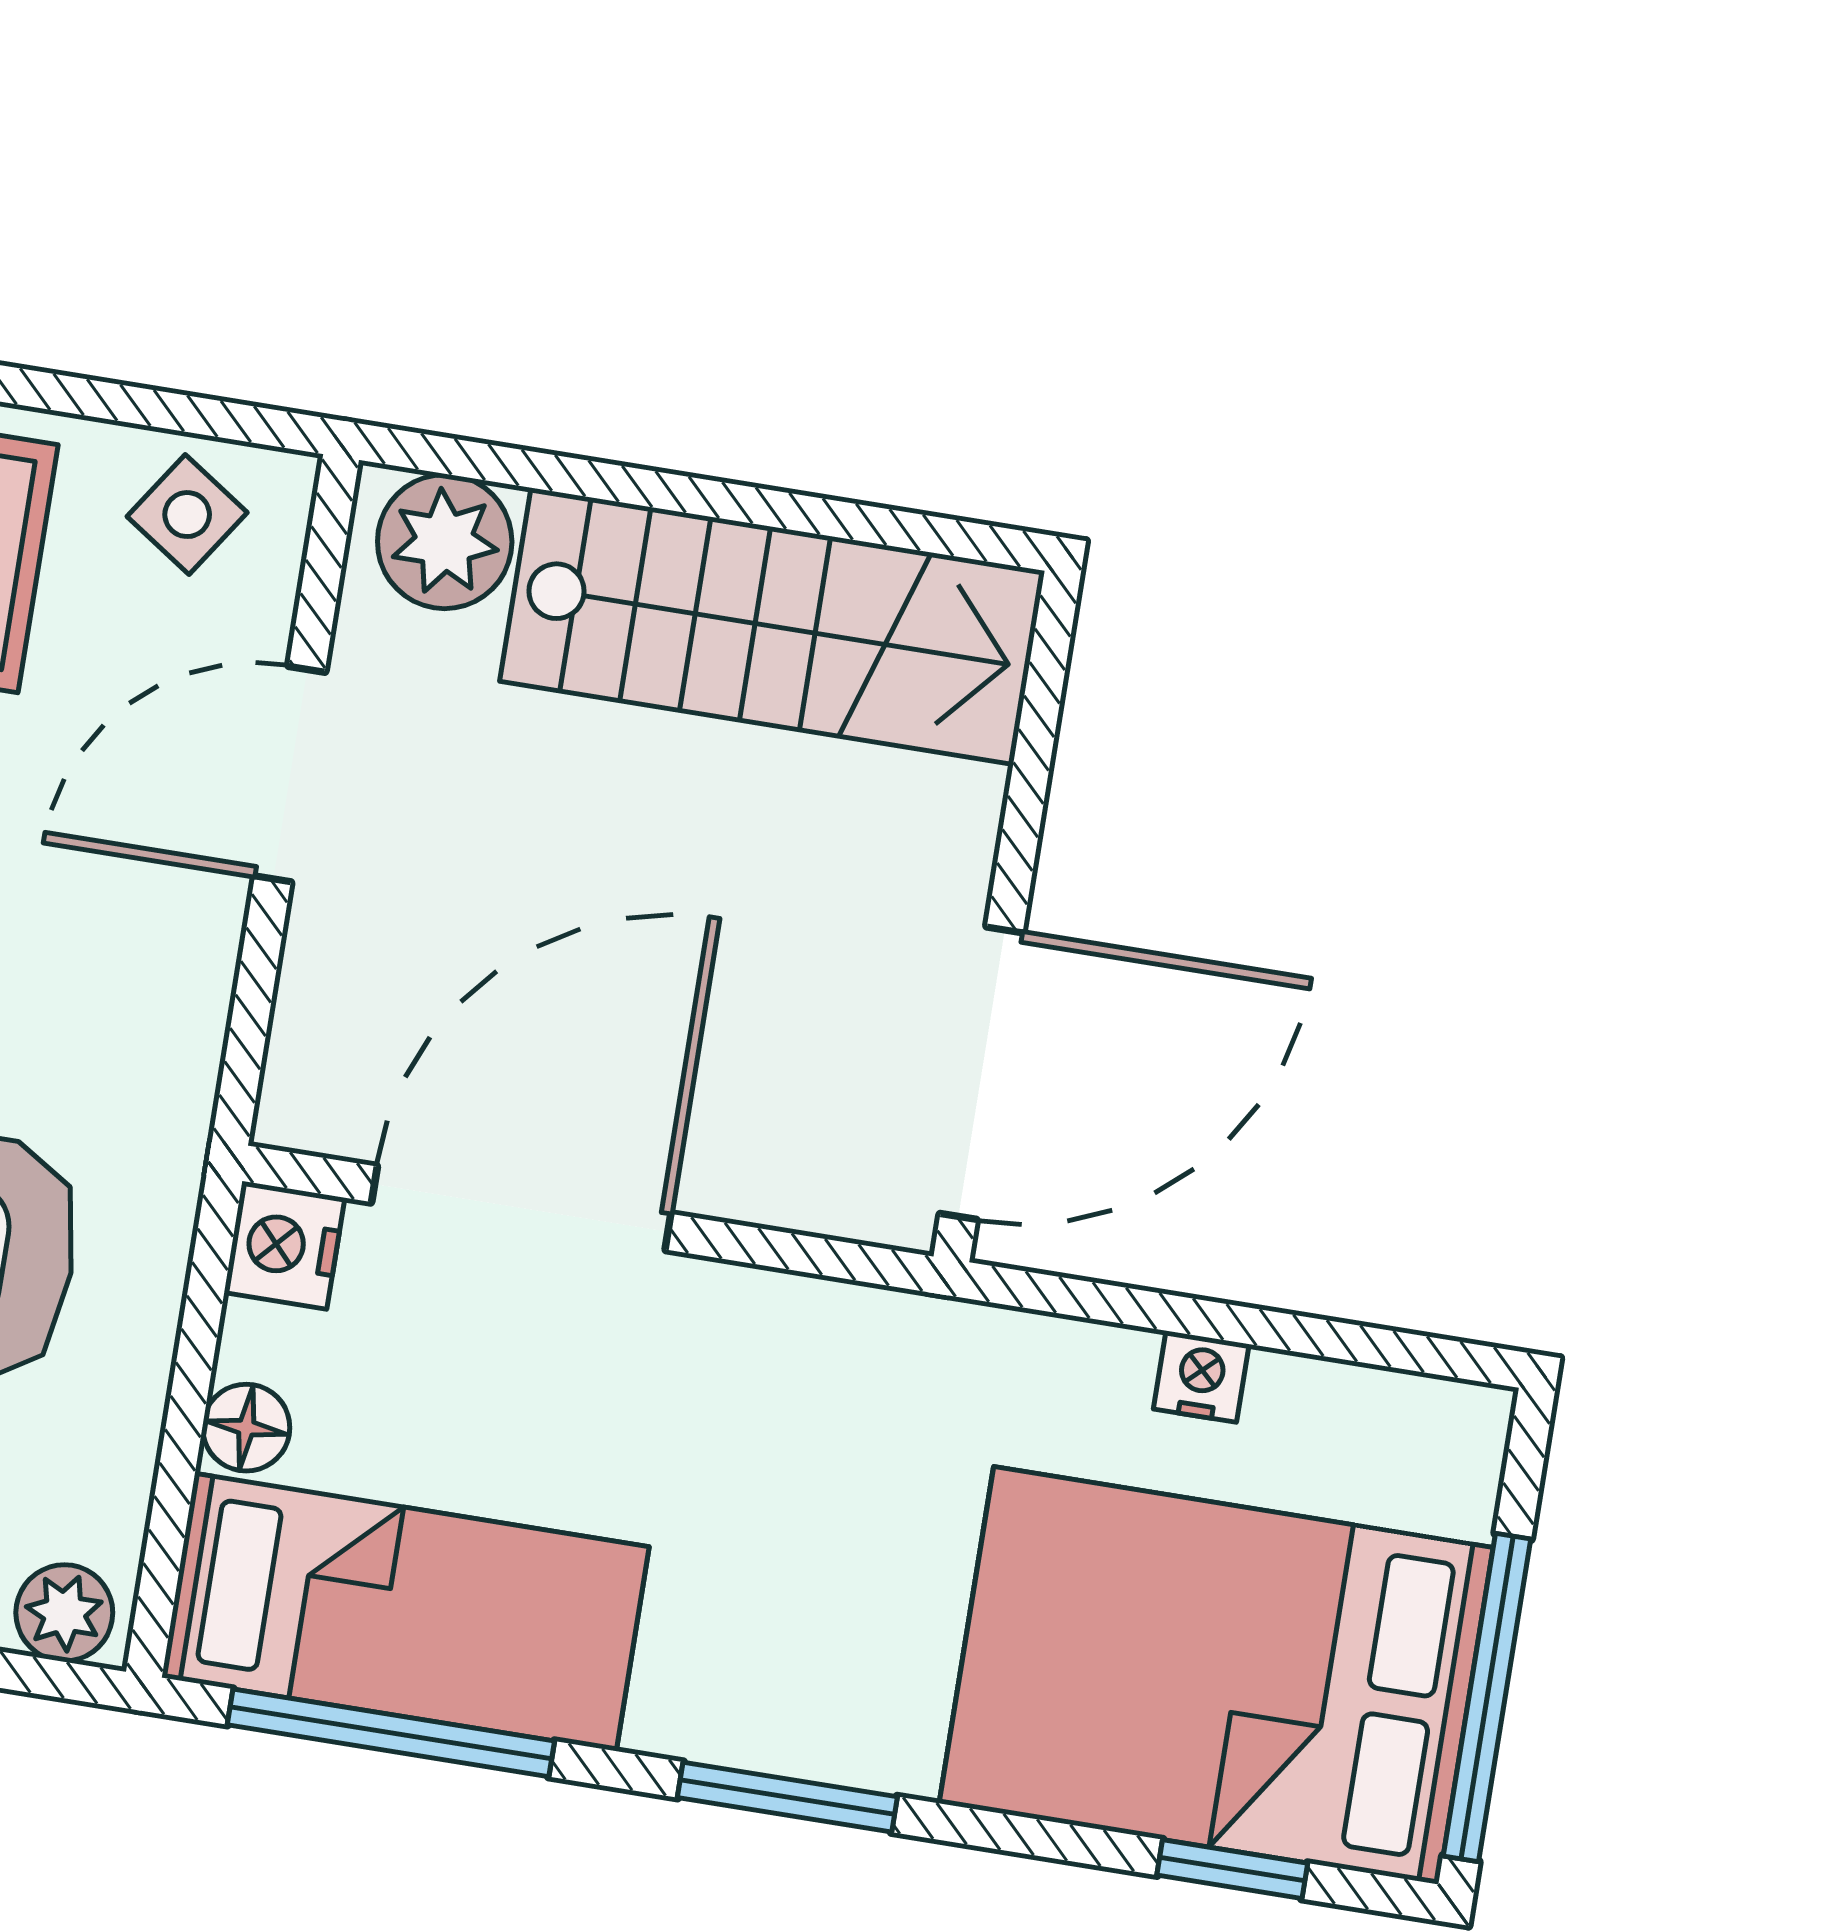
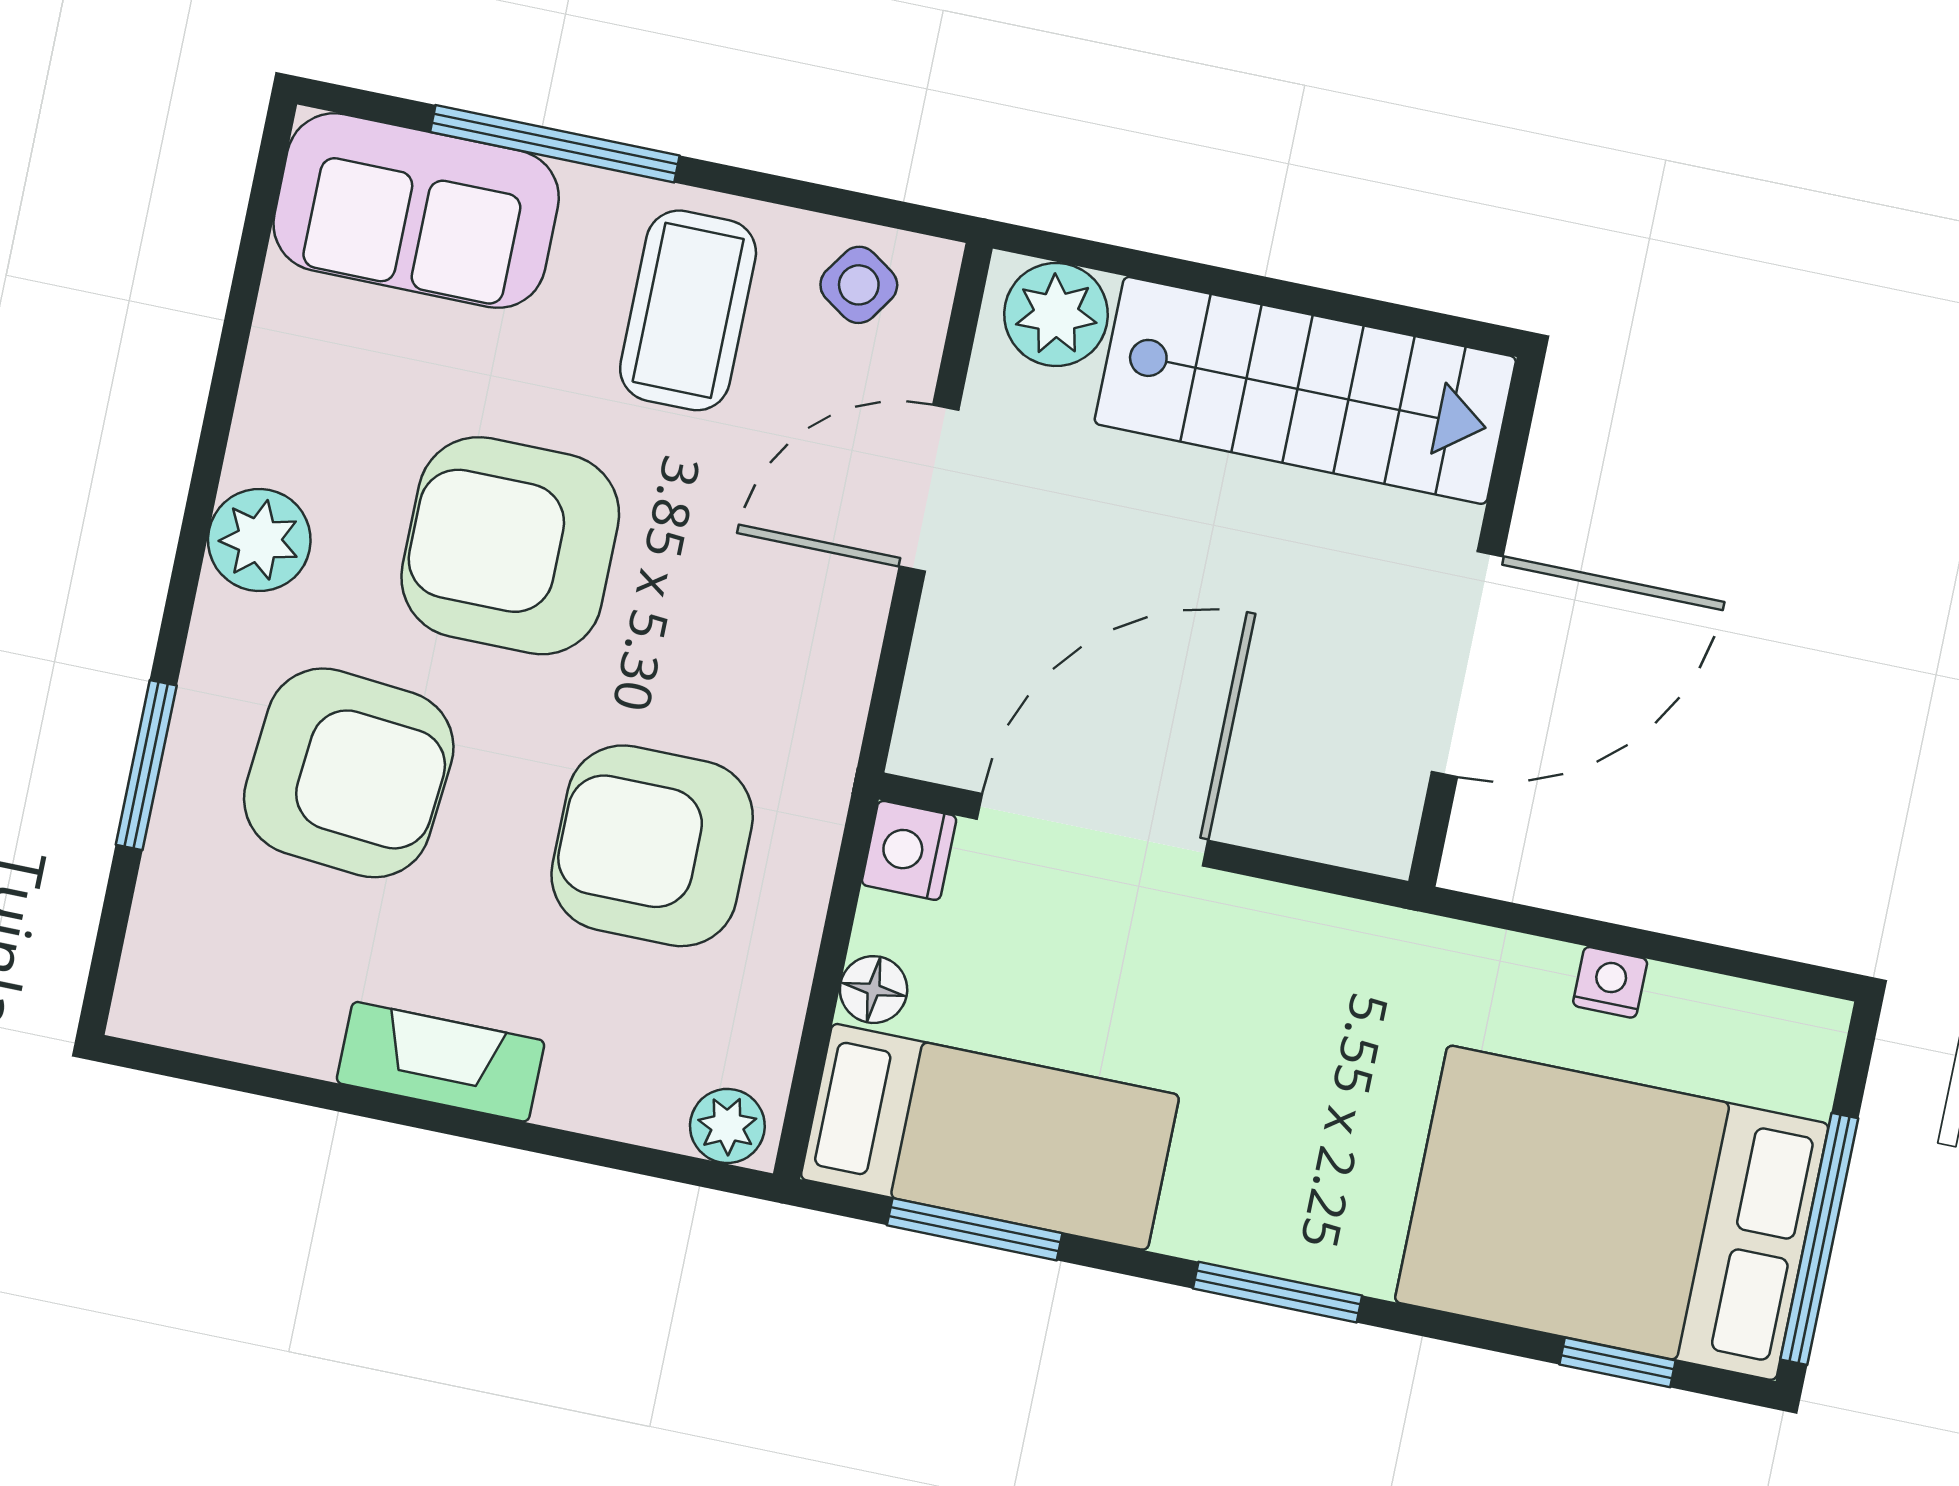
door: (981, 1073) -> (1467, 664), moved
window: (391, 1733) -> (975, 1229), width x0.69

